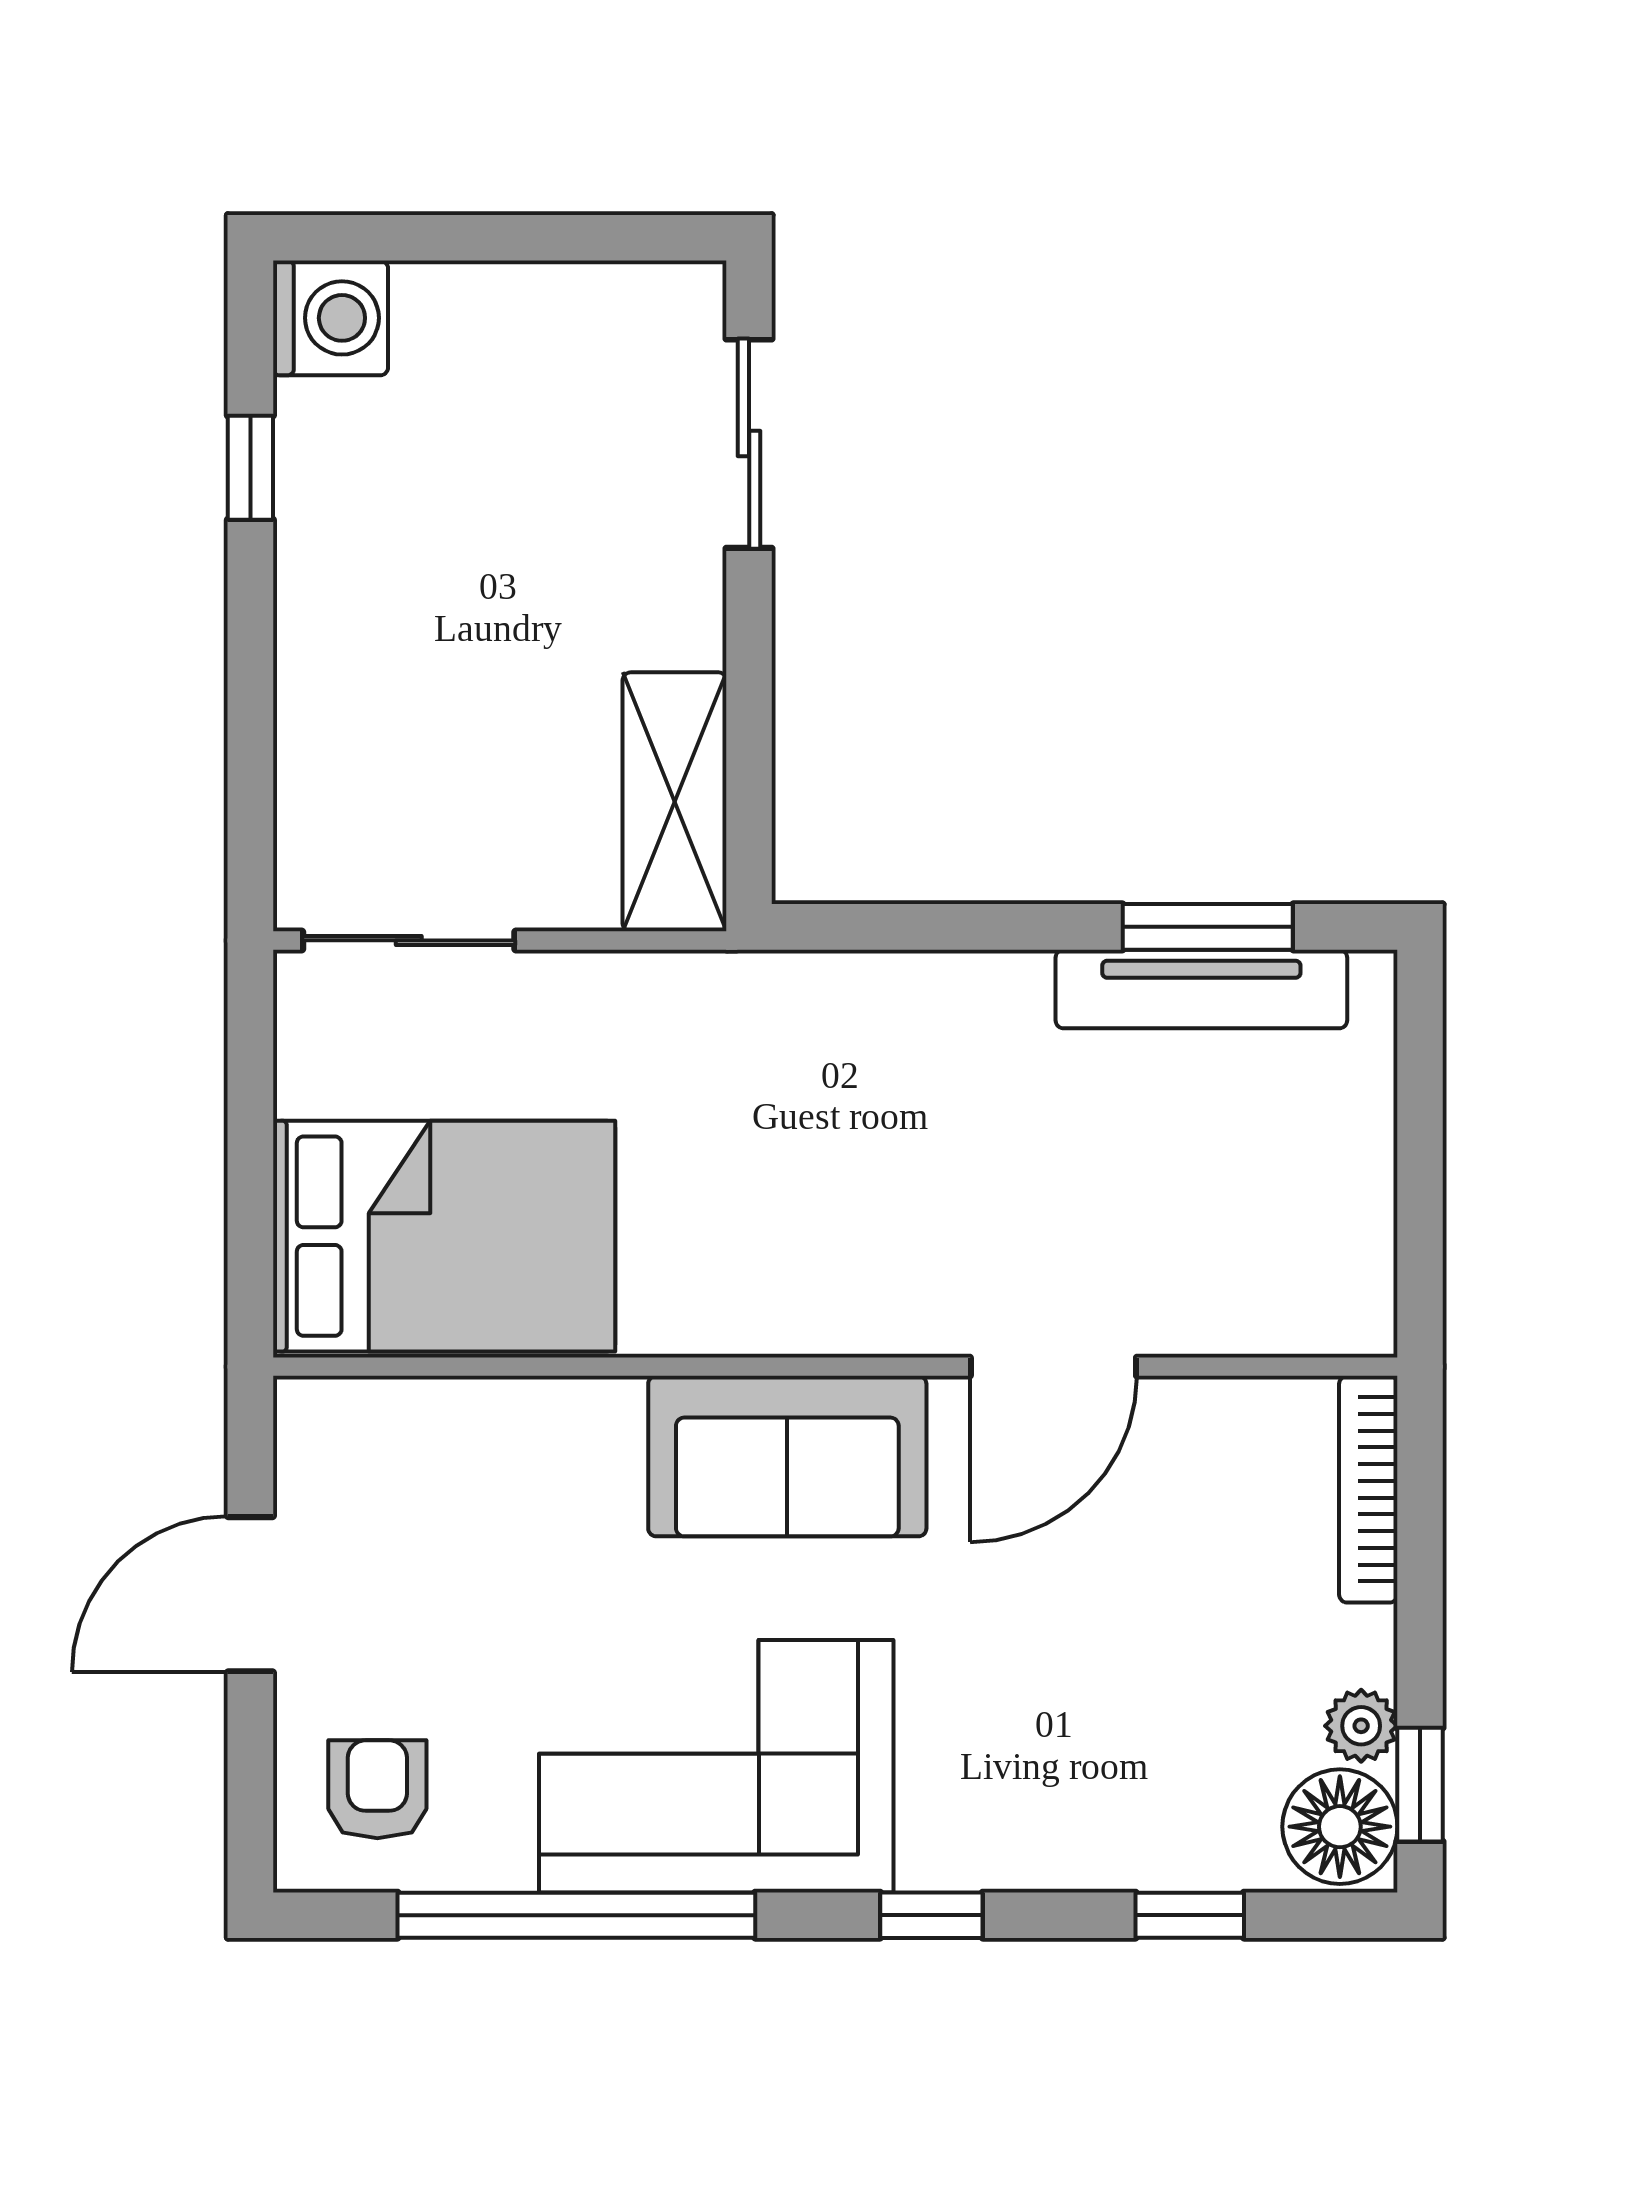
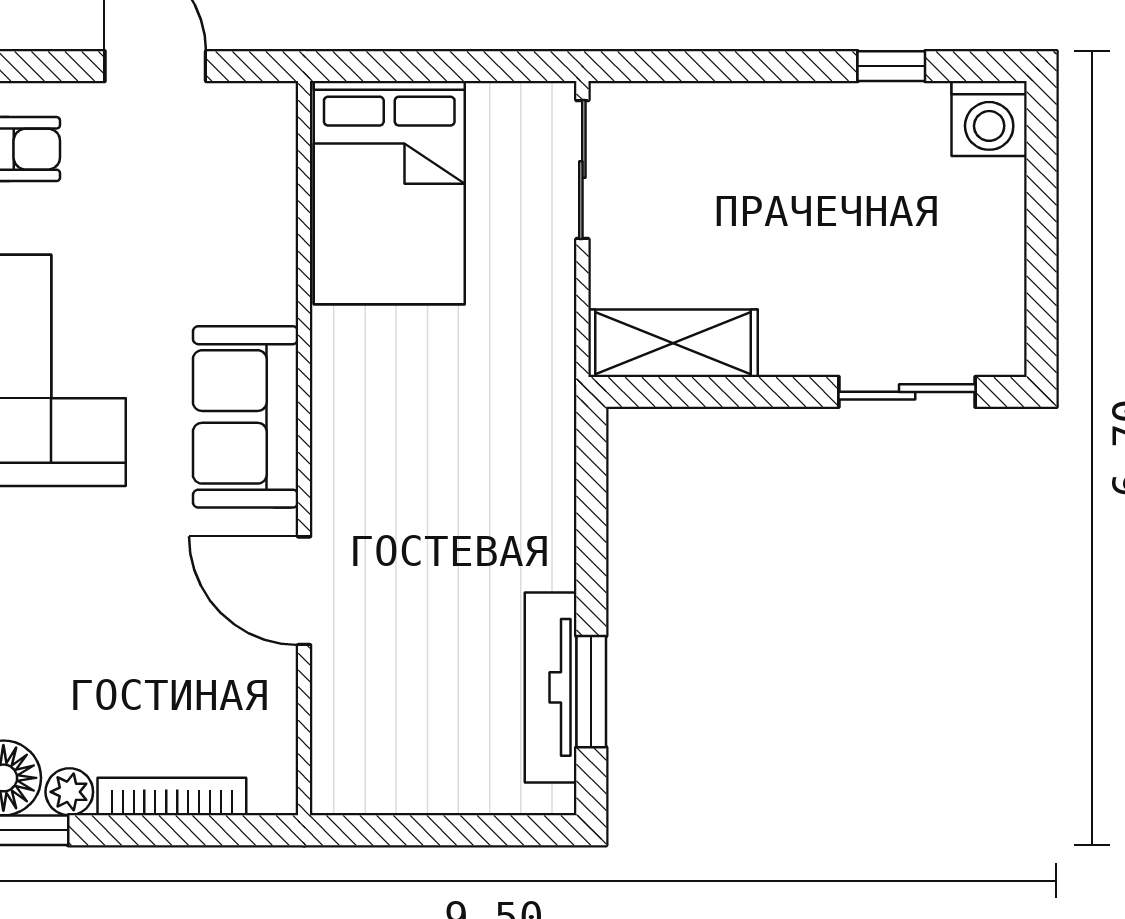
bookcase: (1368, 1489) -> (172, 796), moved

